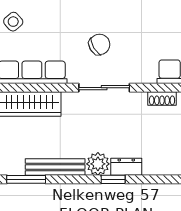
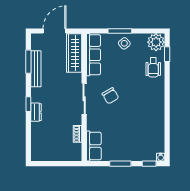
plant: (98, 164) -> (38, 95), removed
window: (26, 179) -> (28, 62), moved

